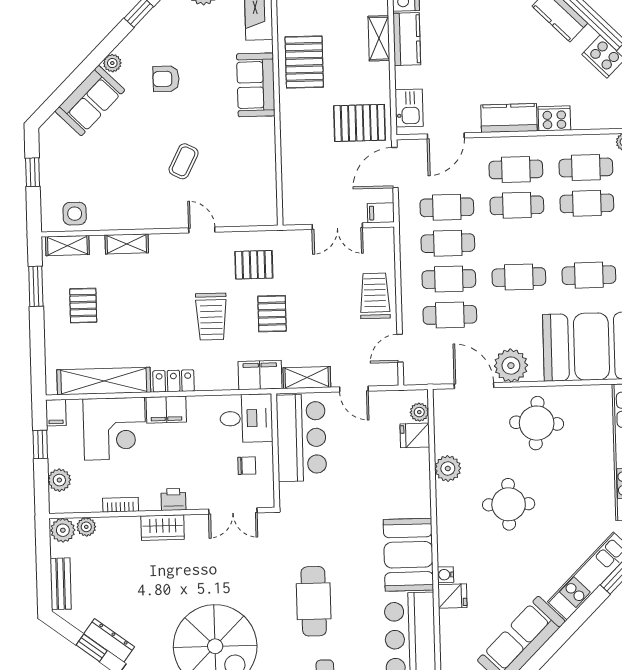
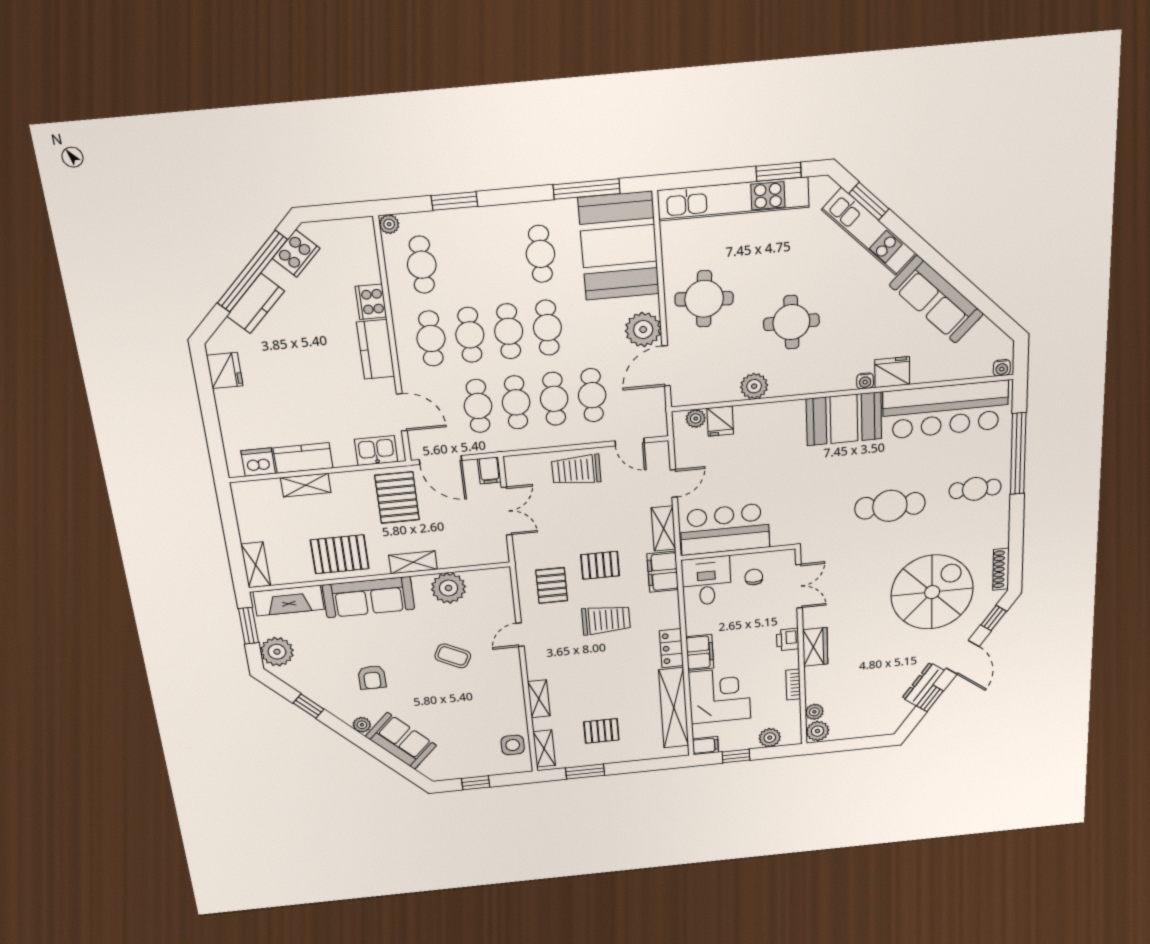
sofa: (256, 85) -> (369, 597), width x1.36
shelving: (290, 132) -> (413, 562), added
plant: (259, 164) -> (449, 588), added
cafe table: (587, 203) -> (509, 331), moved
bench: (61, 584) -> (868, 729), removed
fridge: (452, 596) -> (892, 372), width x1.38

